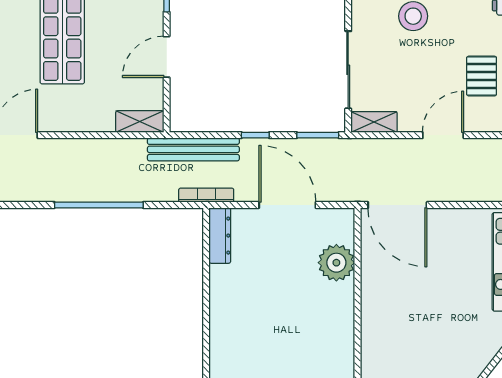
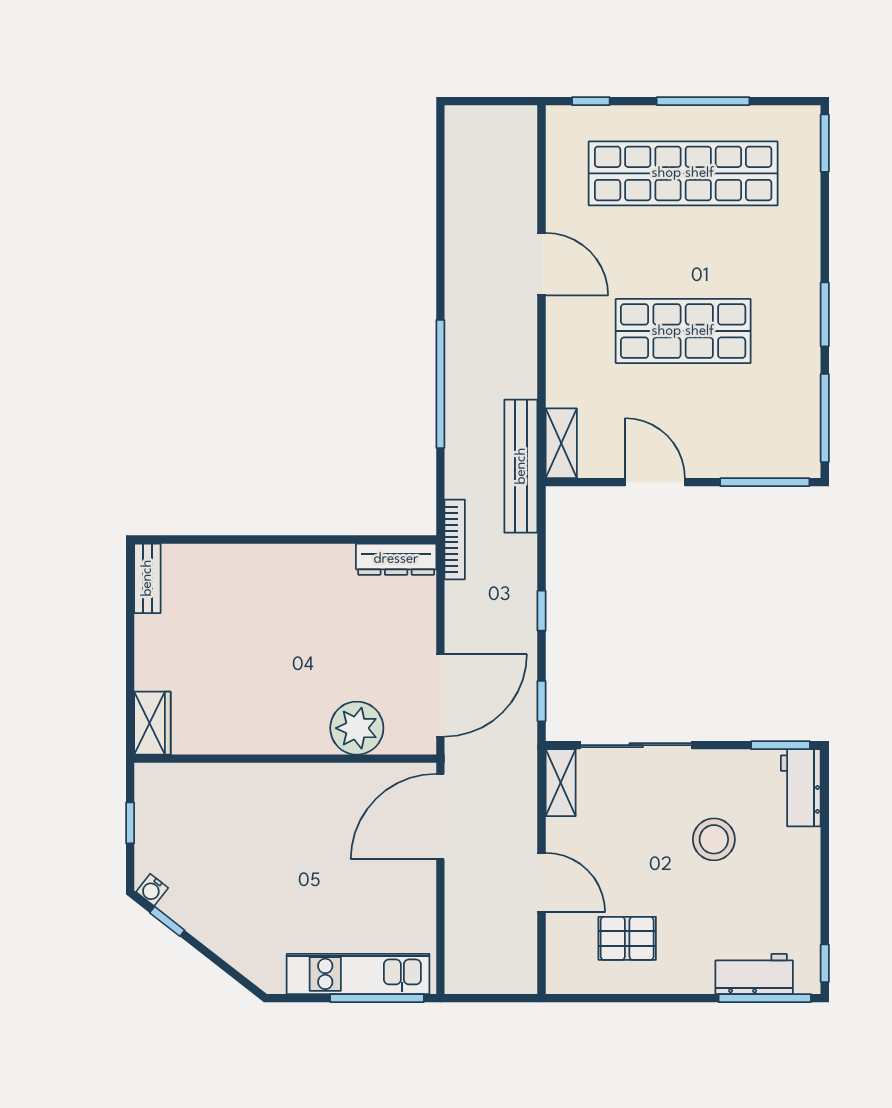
window: (318, 135) -> (541, 701), width x0.67
bench: (193, 149) -> (521, 466), moved
door: (287, 205) -> (440, 695), moved

